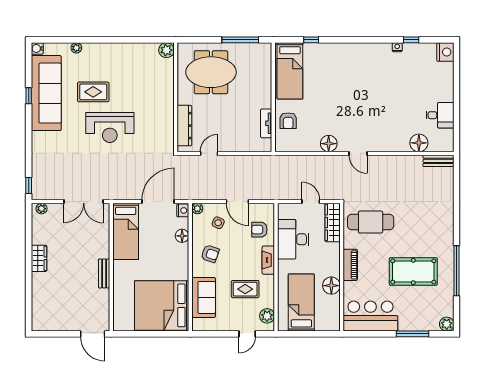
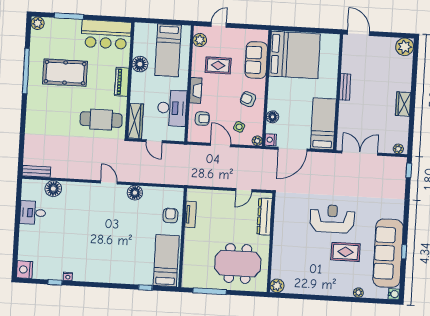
plant: (41, 321) -> (405, 47), added

